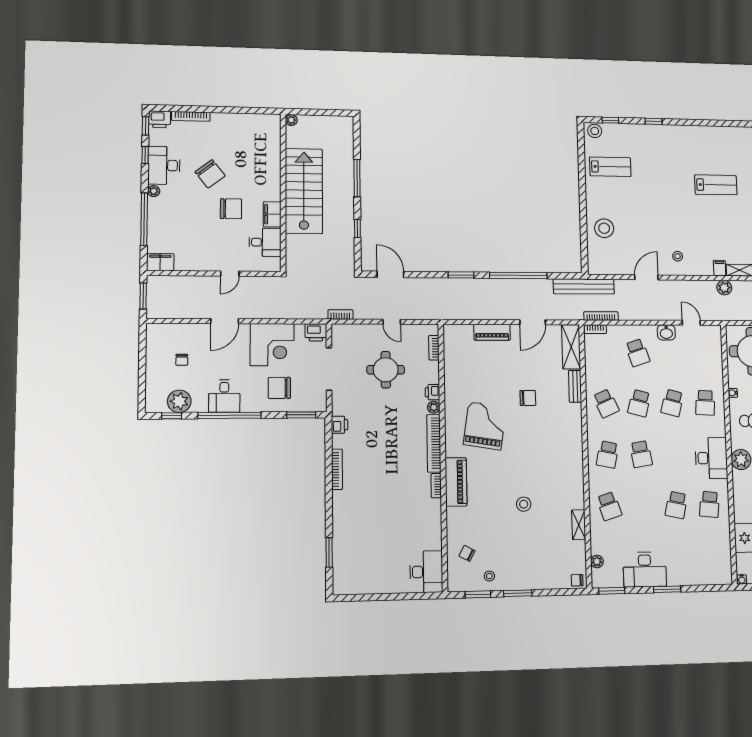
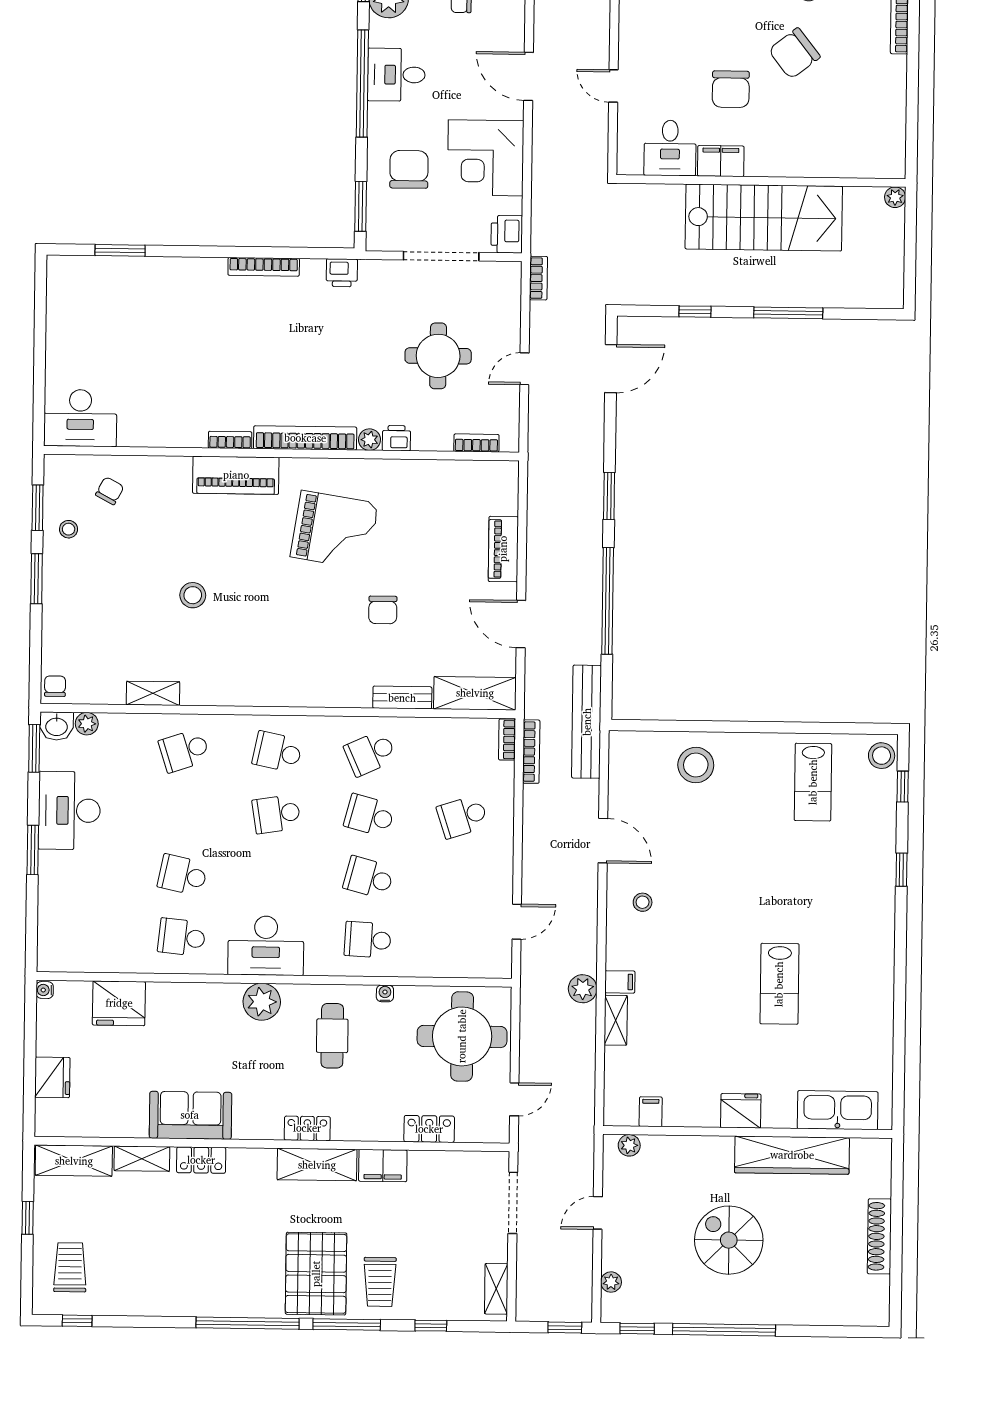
washbasin: (666, 332) -> (57, 726), moved, turned -90

